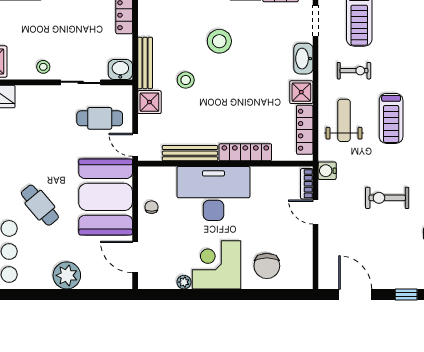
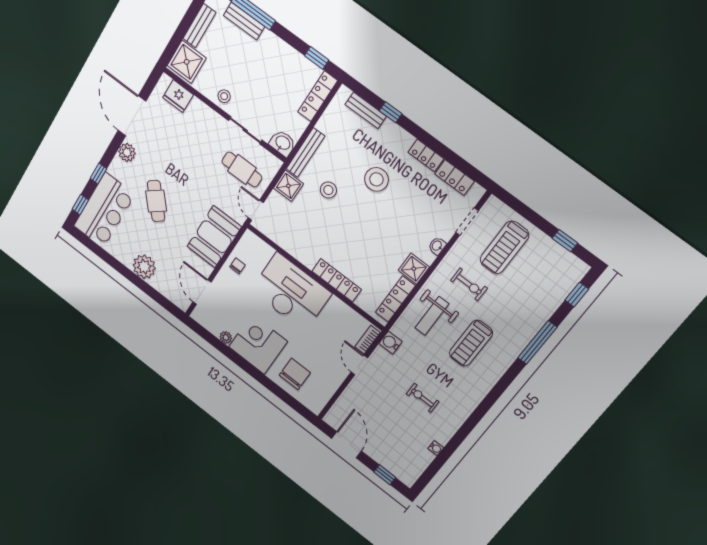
washbasin: (303, 59) -> (437, 246), width x0.52, depth x0.69
weight bench: (344, 120) -> (432, 316), turned 180
bench: (190, 153) -> (293, 248), removed
booth: (106, 197) -> (214, 237), width x0.73, depth x0.70
exercise bike: (387, 198) -> (422, 398), width x0.73, depth x0.72
chair: (267, 266) -> (295, 374), turned 180

